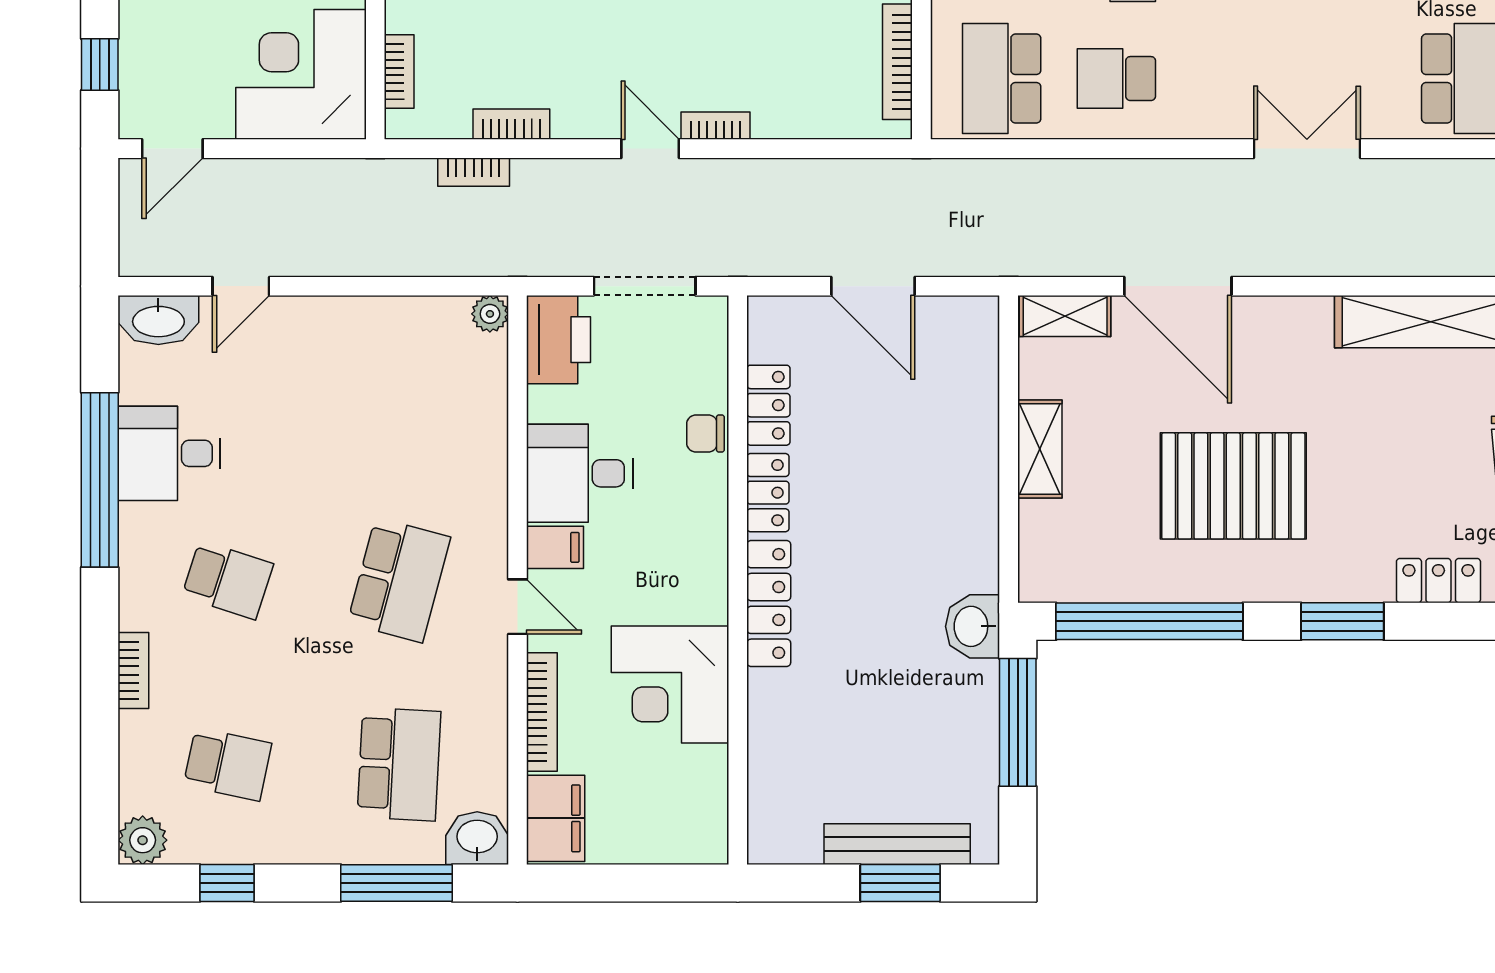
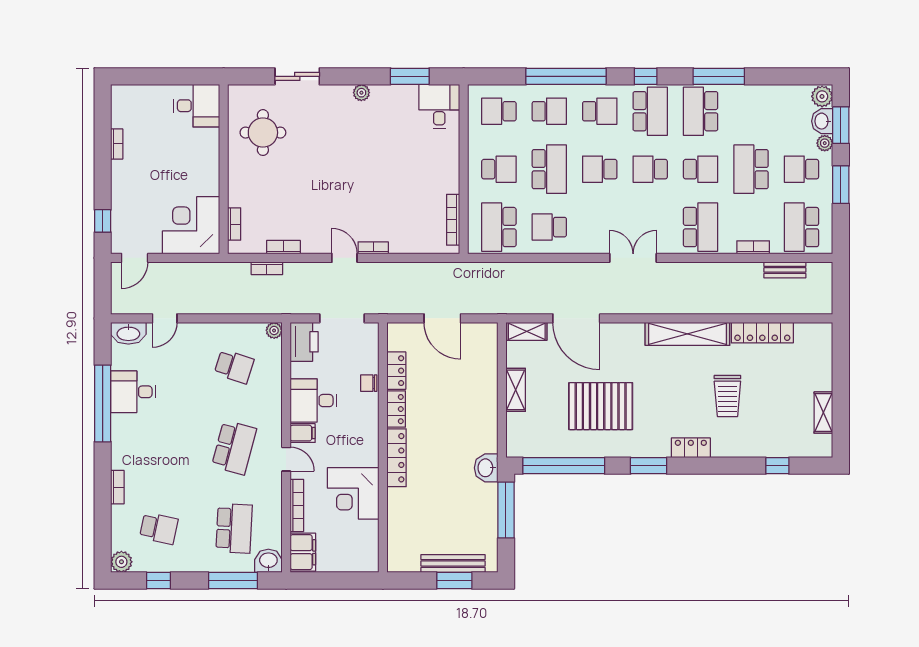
school desk: (228, 580) -> (234, 367), moved

